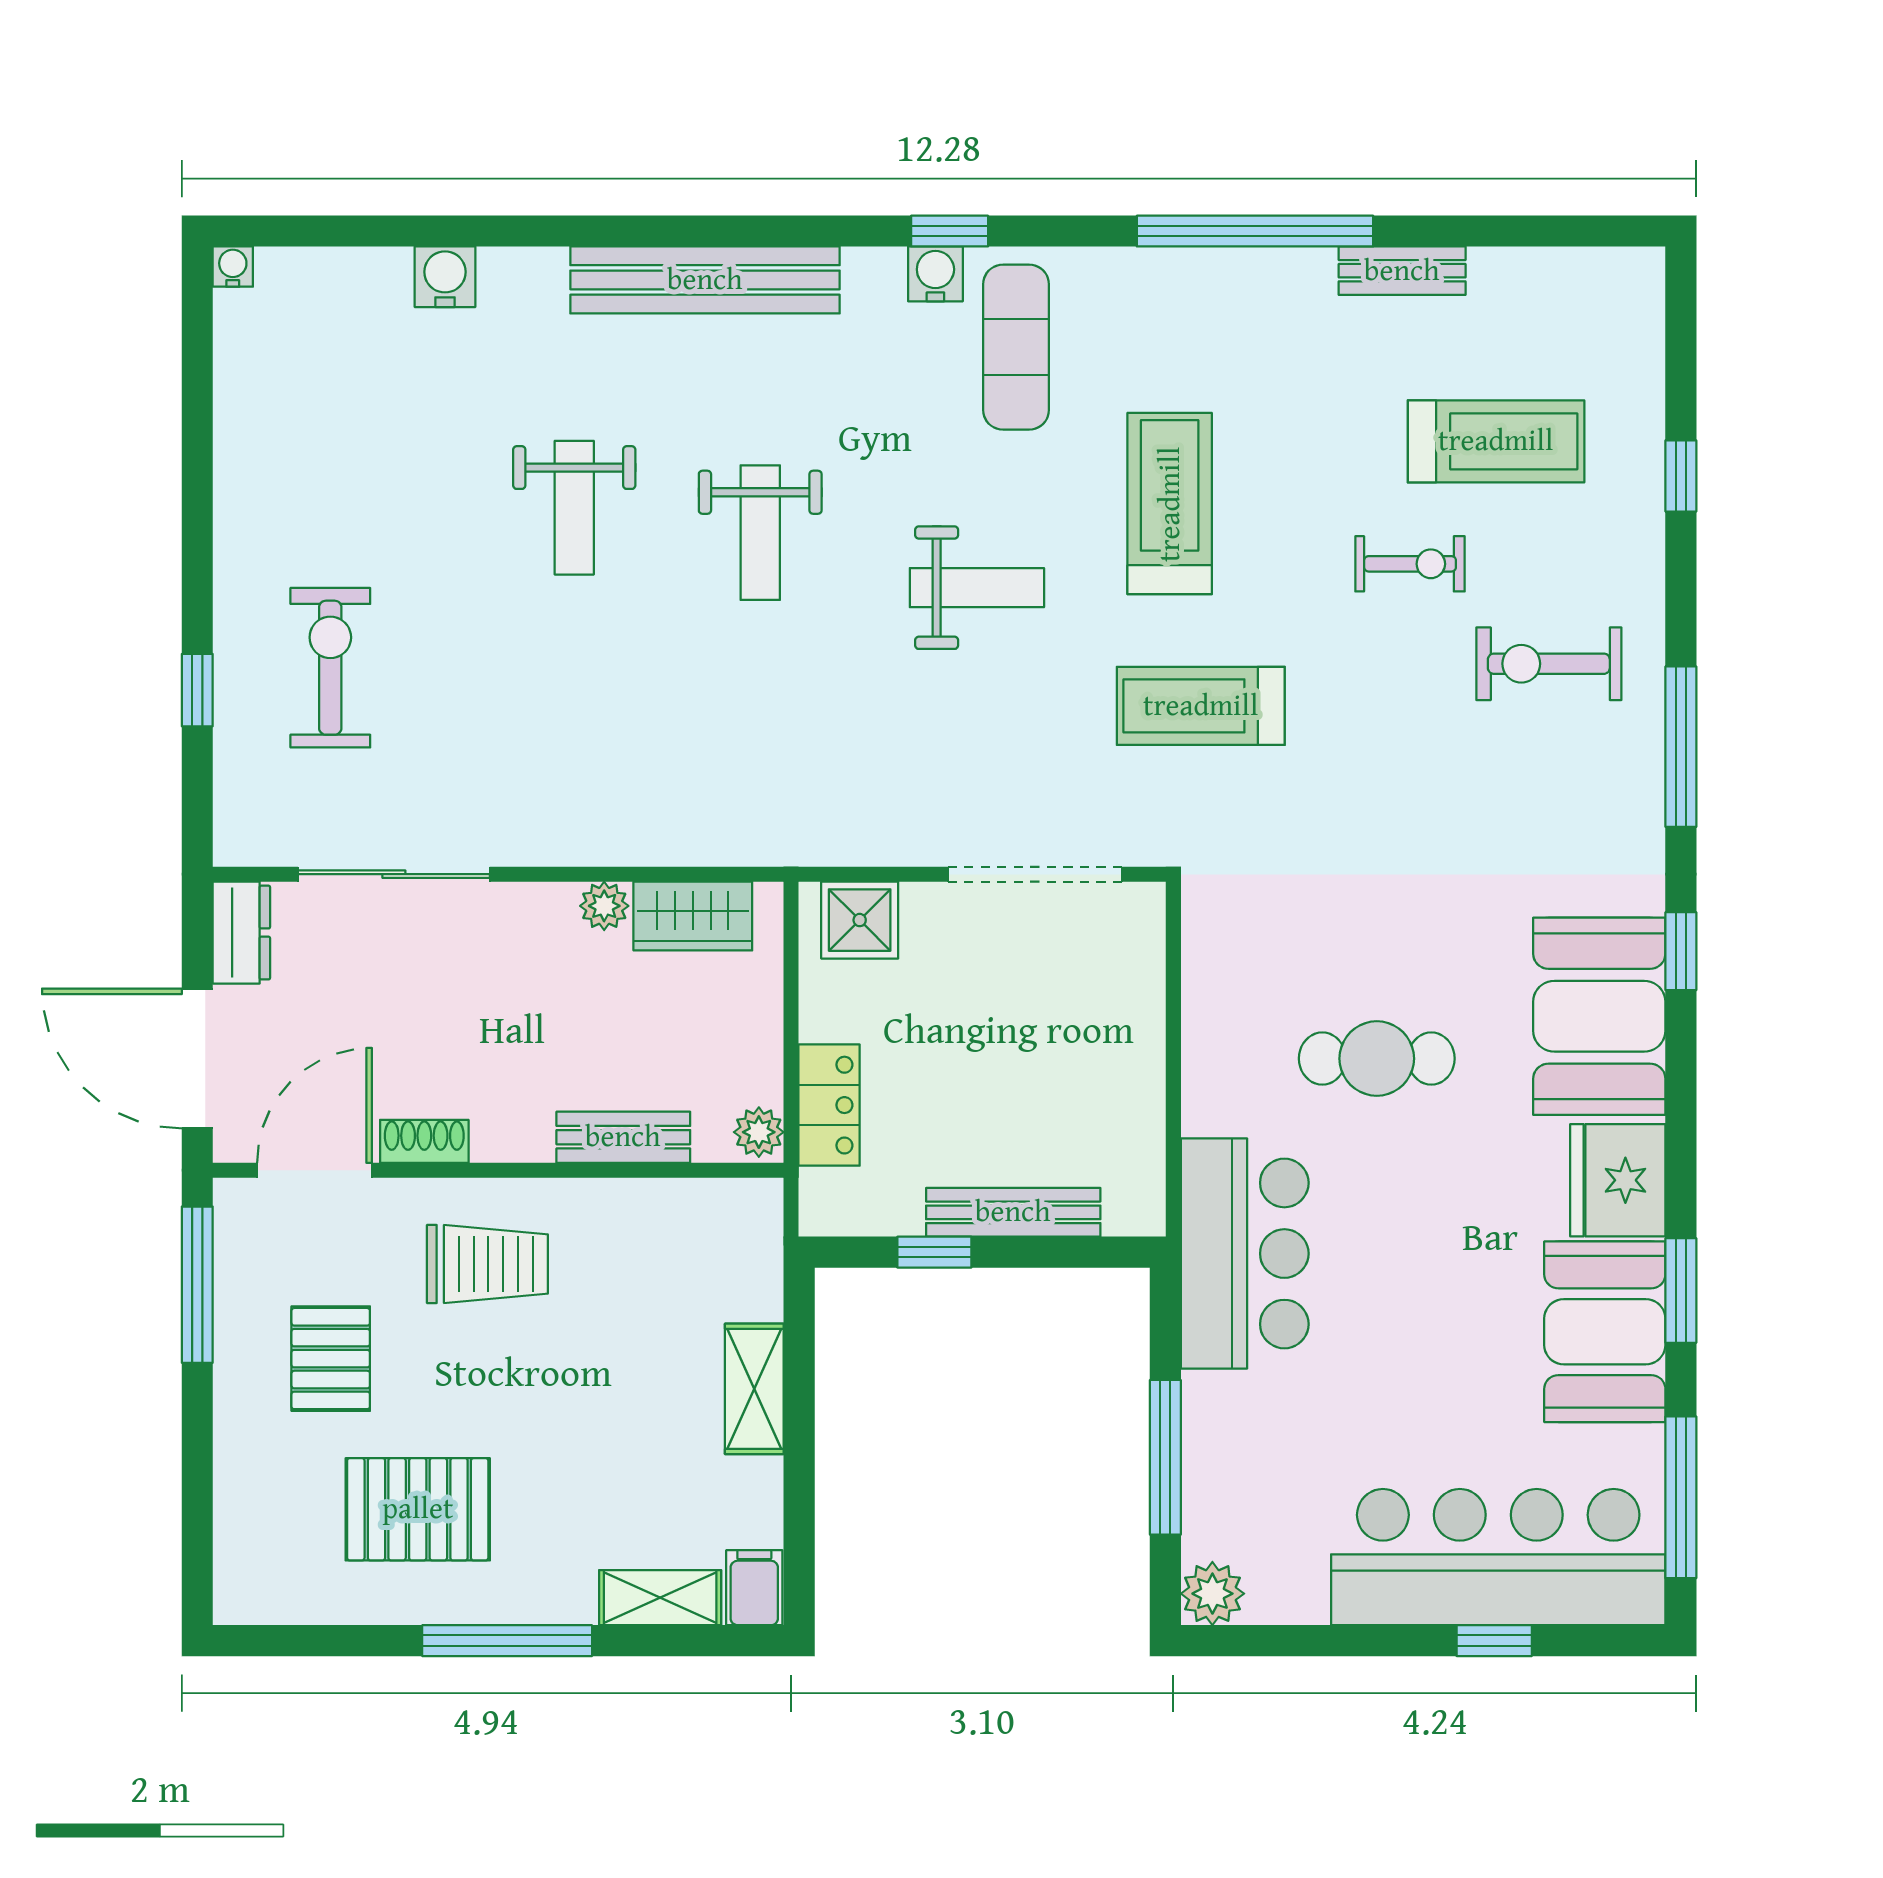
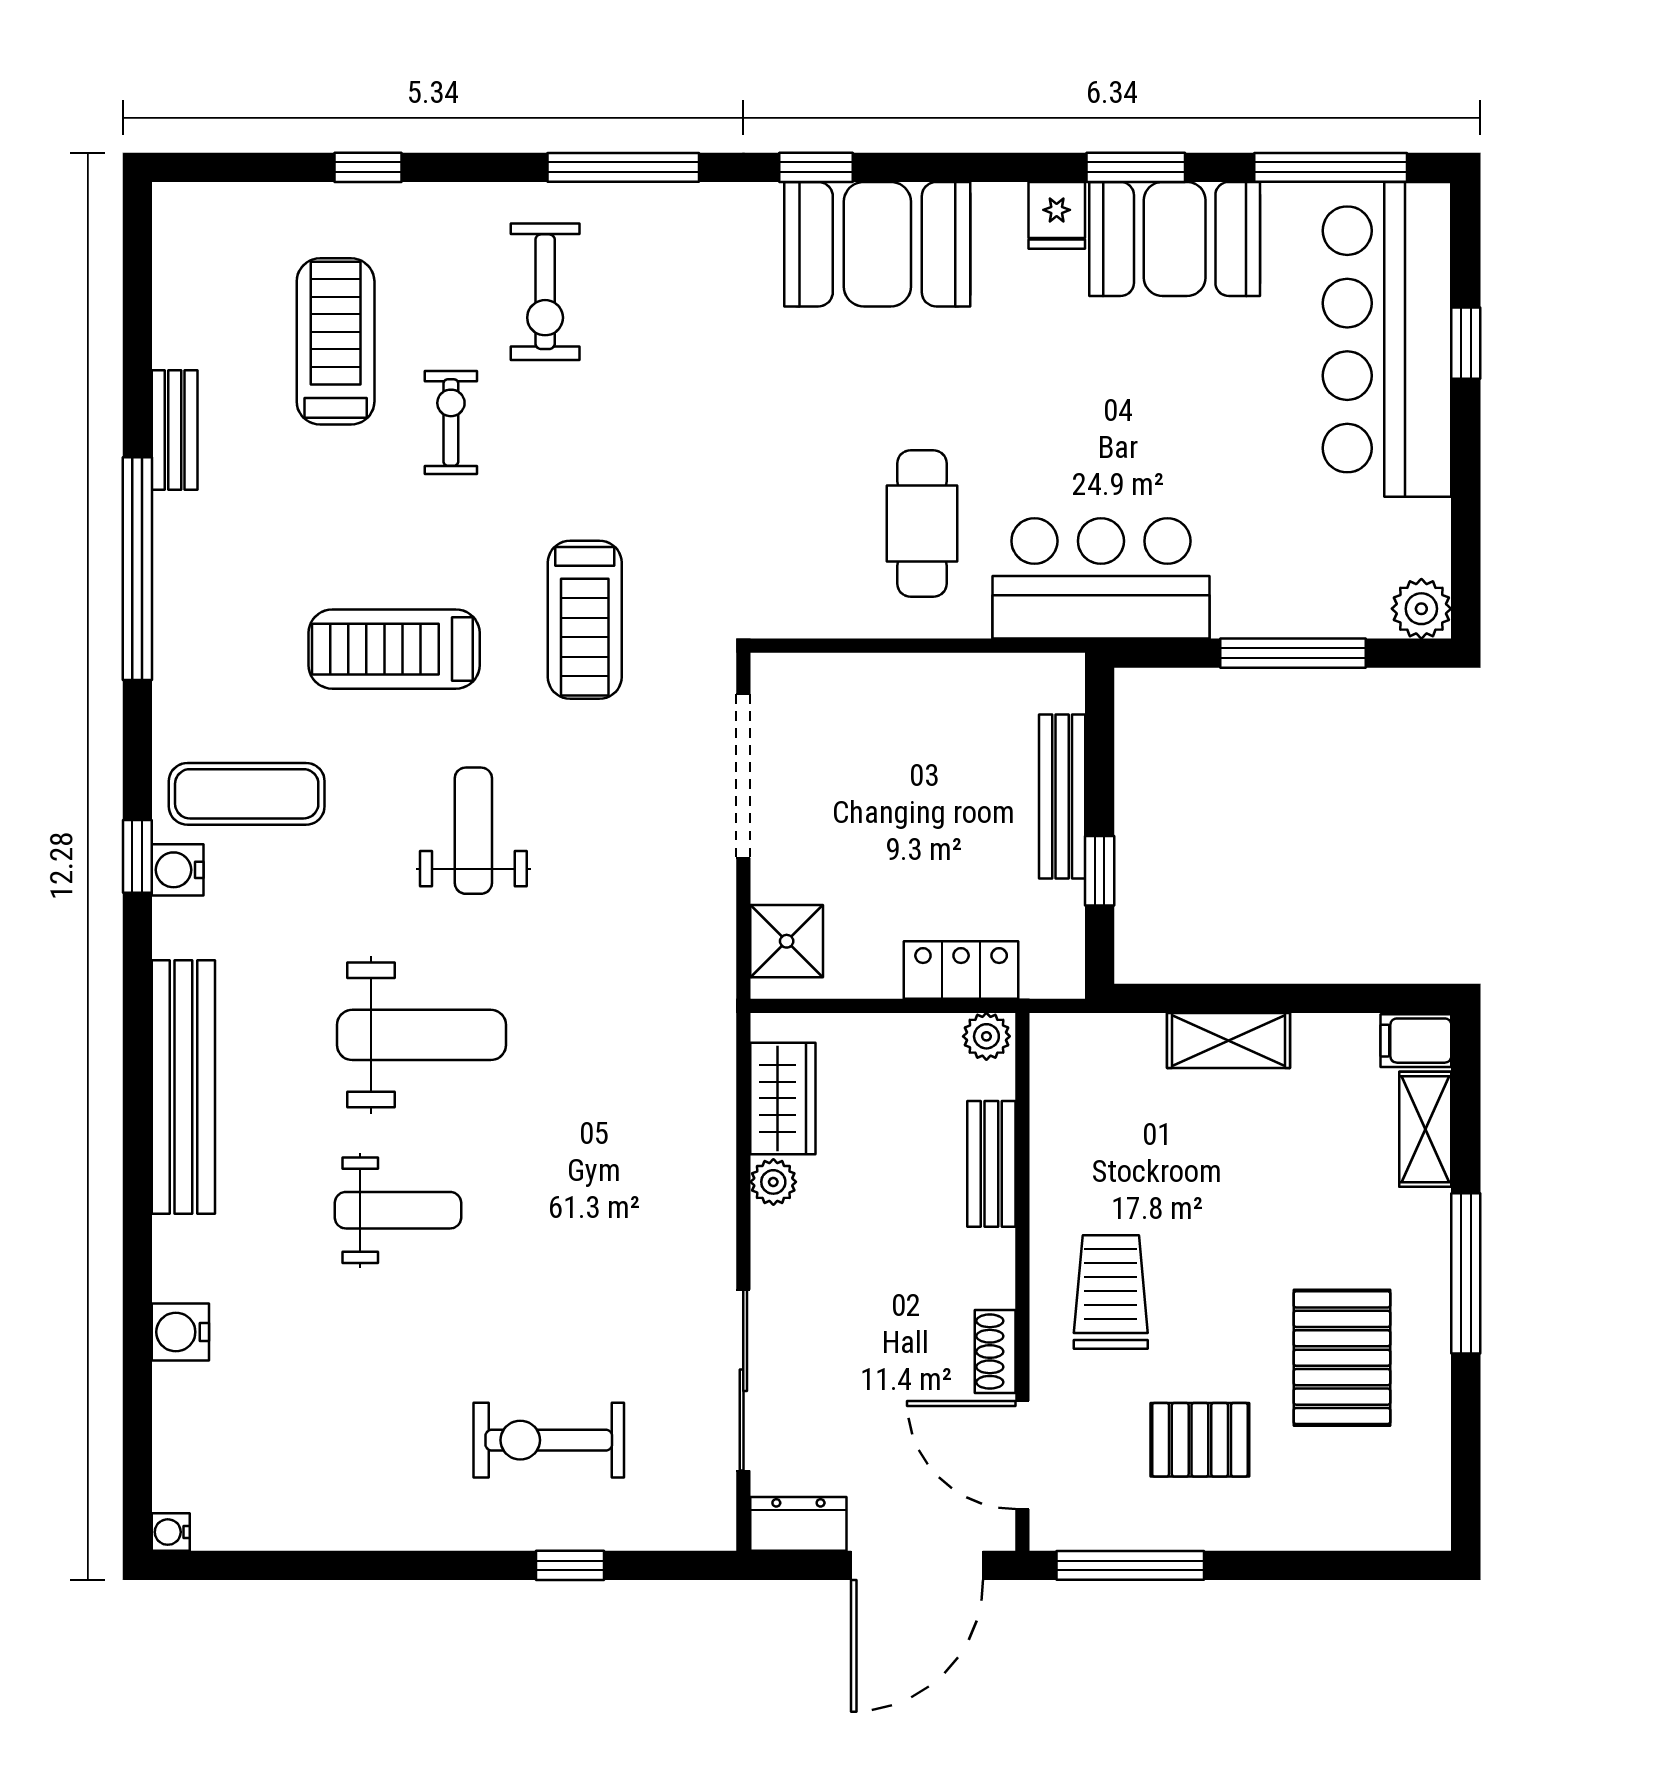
weight bench: (760, 533) -> (422, 1035), width x1.36, depth x1.33
cafe table: (1377, 1059) -> (922, 524), moved
fridge: (1618, 1180) -> (1057, 215), width x0.53, depth x0.75

